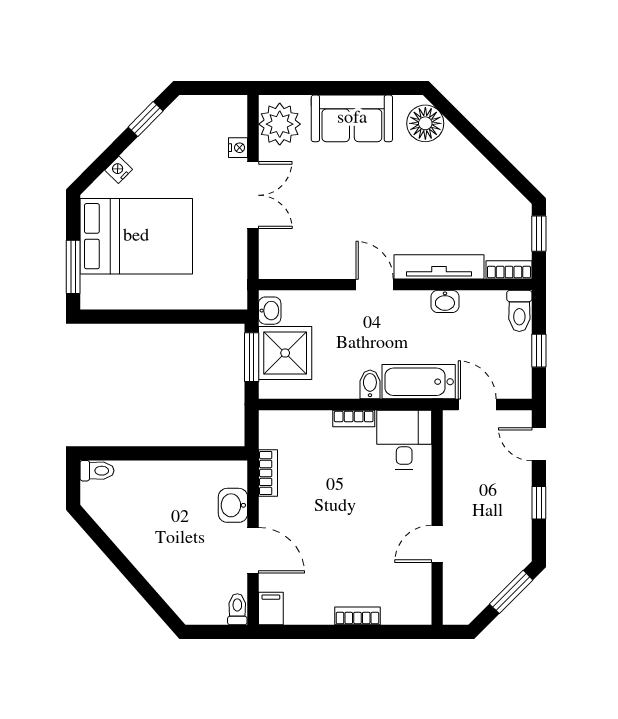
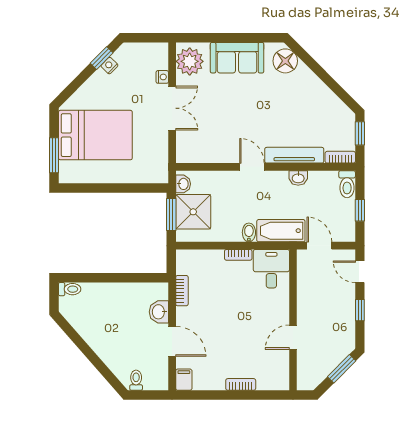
nightstand: (119, 170) -> (109, 66), moved
toilet: (237, 609) -> (136, 380), moved

